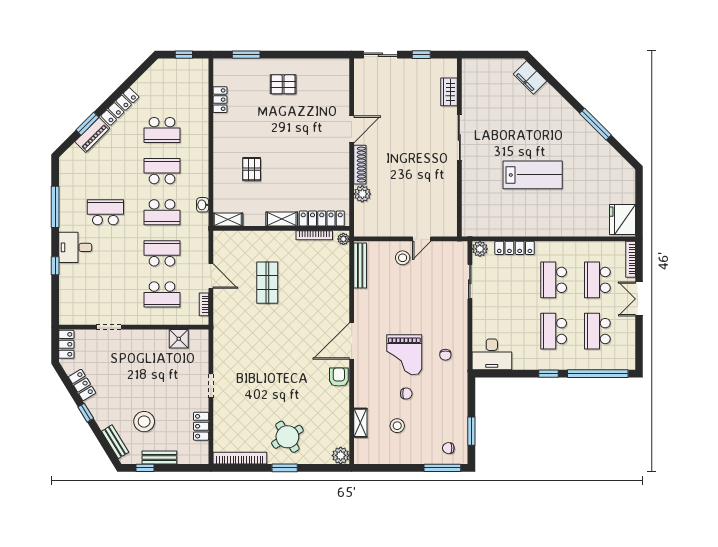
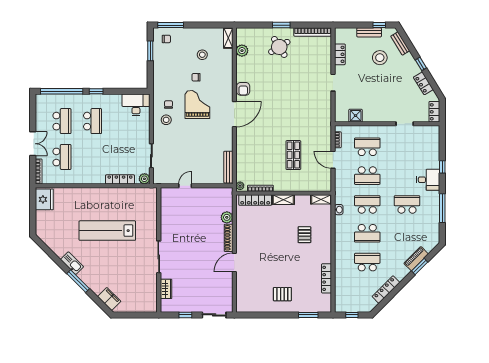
locker: (220, 100) -> (327, 278), width x1.53
locker: (120, 106) -> (386, 289), moved
window: (595, 124) -> (78, 281), moved
kitchen sink: (583, 129) -> (72, 263), added
lab bench: (533, 175) -> (107, 231), width x1.36
school desk: (105, 212) -> (407, 204), turned 180
stool: (403, 258) -> (166, 120), moved
school desk: (554, 280) -> (93, 157), removed
shelving: (360, 423) -> (228, 38), moved
plant: (341, 455) -> (242, 51), moved

